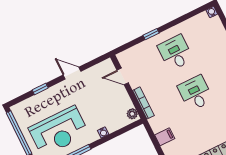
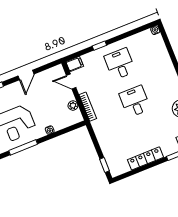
door: (72, 73) -> (26, 75), swing flipped
plant: (132, 114) -> (73, 106), moved
filing cabinet: (165, 137) -> (75, 64), moved

